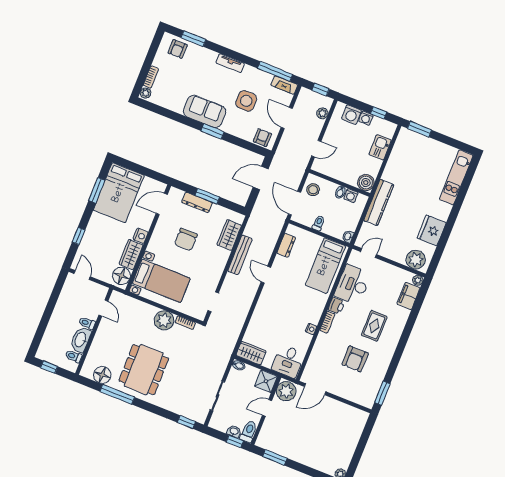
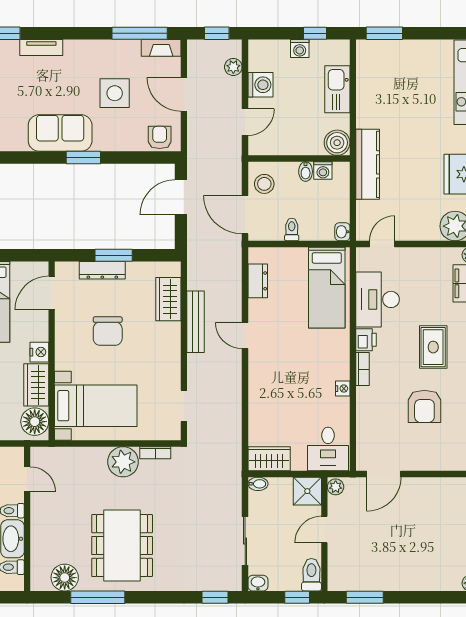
tv unit: (230, 63) -> (41, 48), moved
washing machine: (351, 115) -> (260, 85), moved, turned -90
kitchen sink: (380, 147) -> (337, 89), width x1.38
plant: (286, 391) -> (336, 487), width x0.53, depth x0.53
washbasin: (234, 431) -> (258, 583), moved

